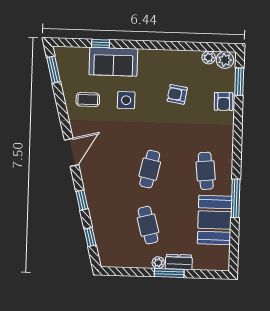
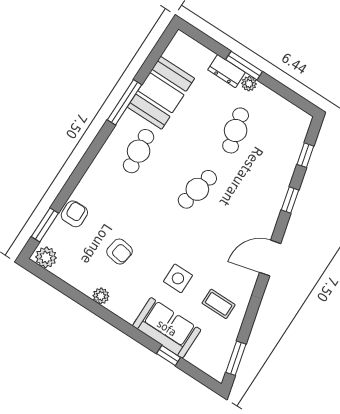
plant: (209, 57) -> (101, 296), moved

